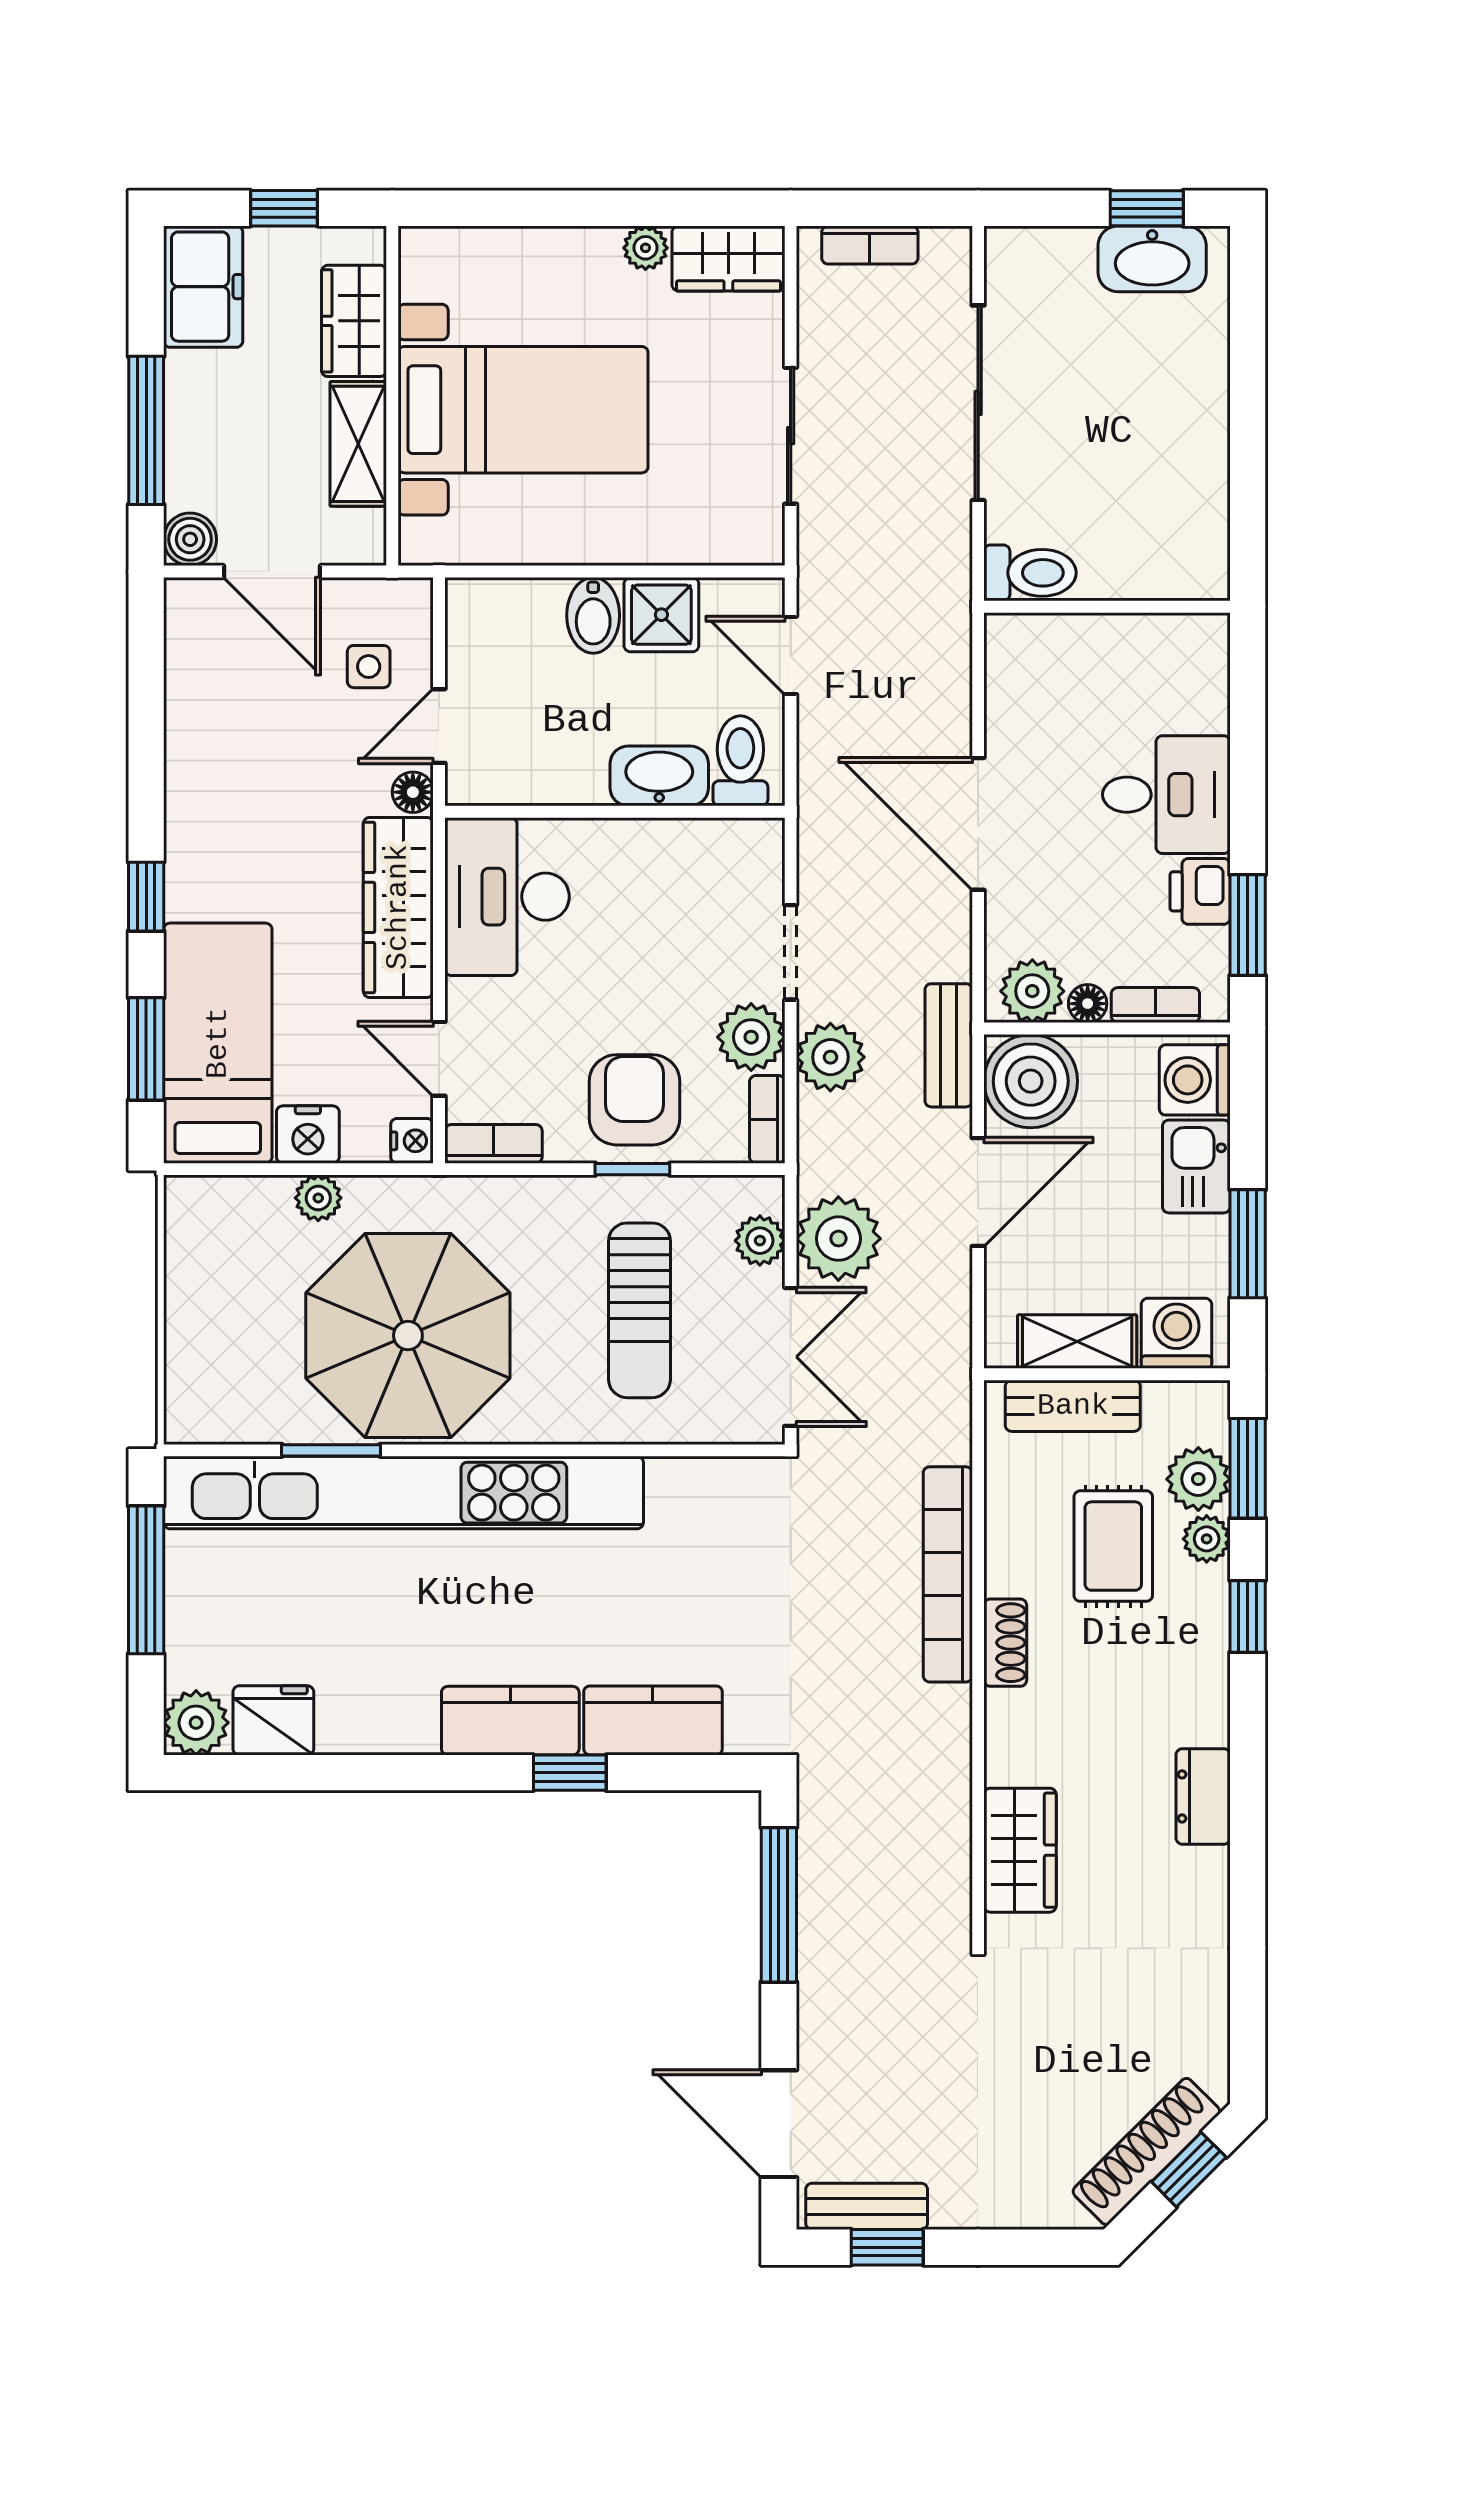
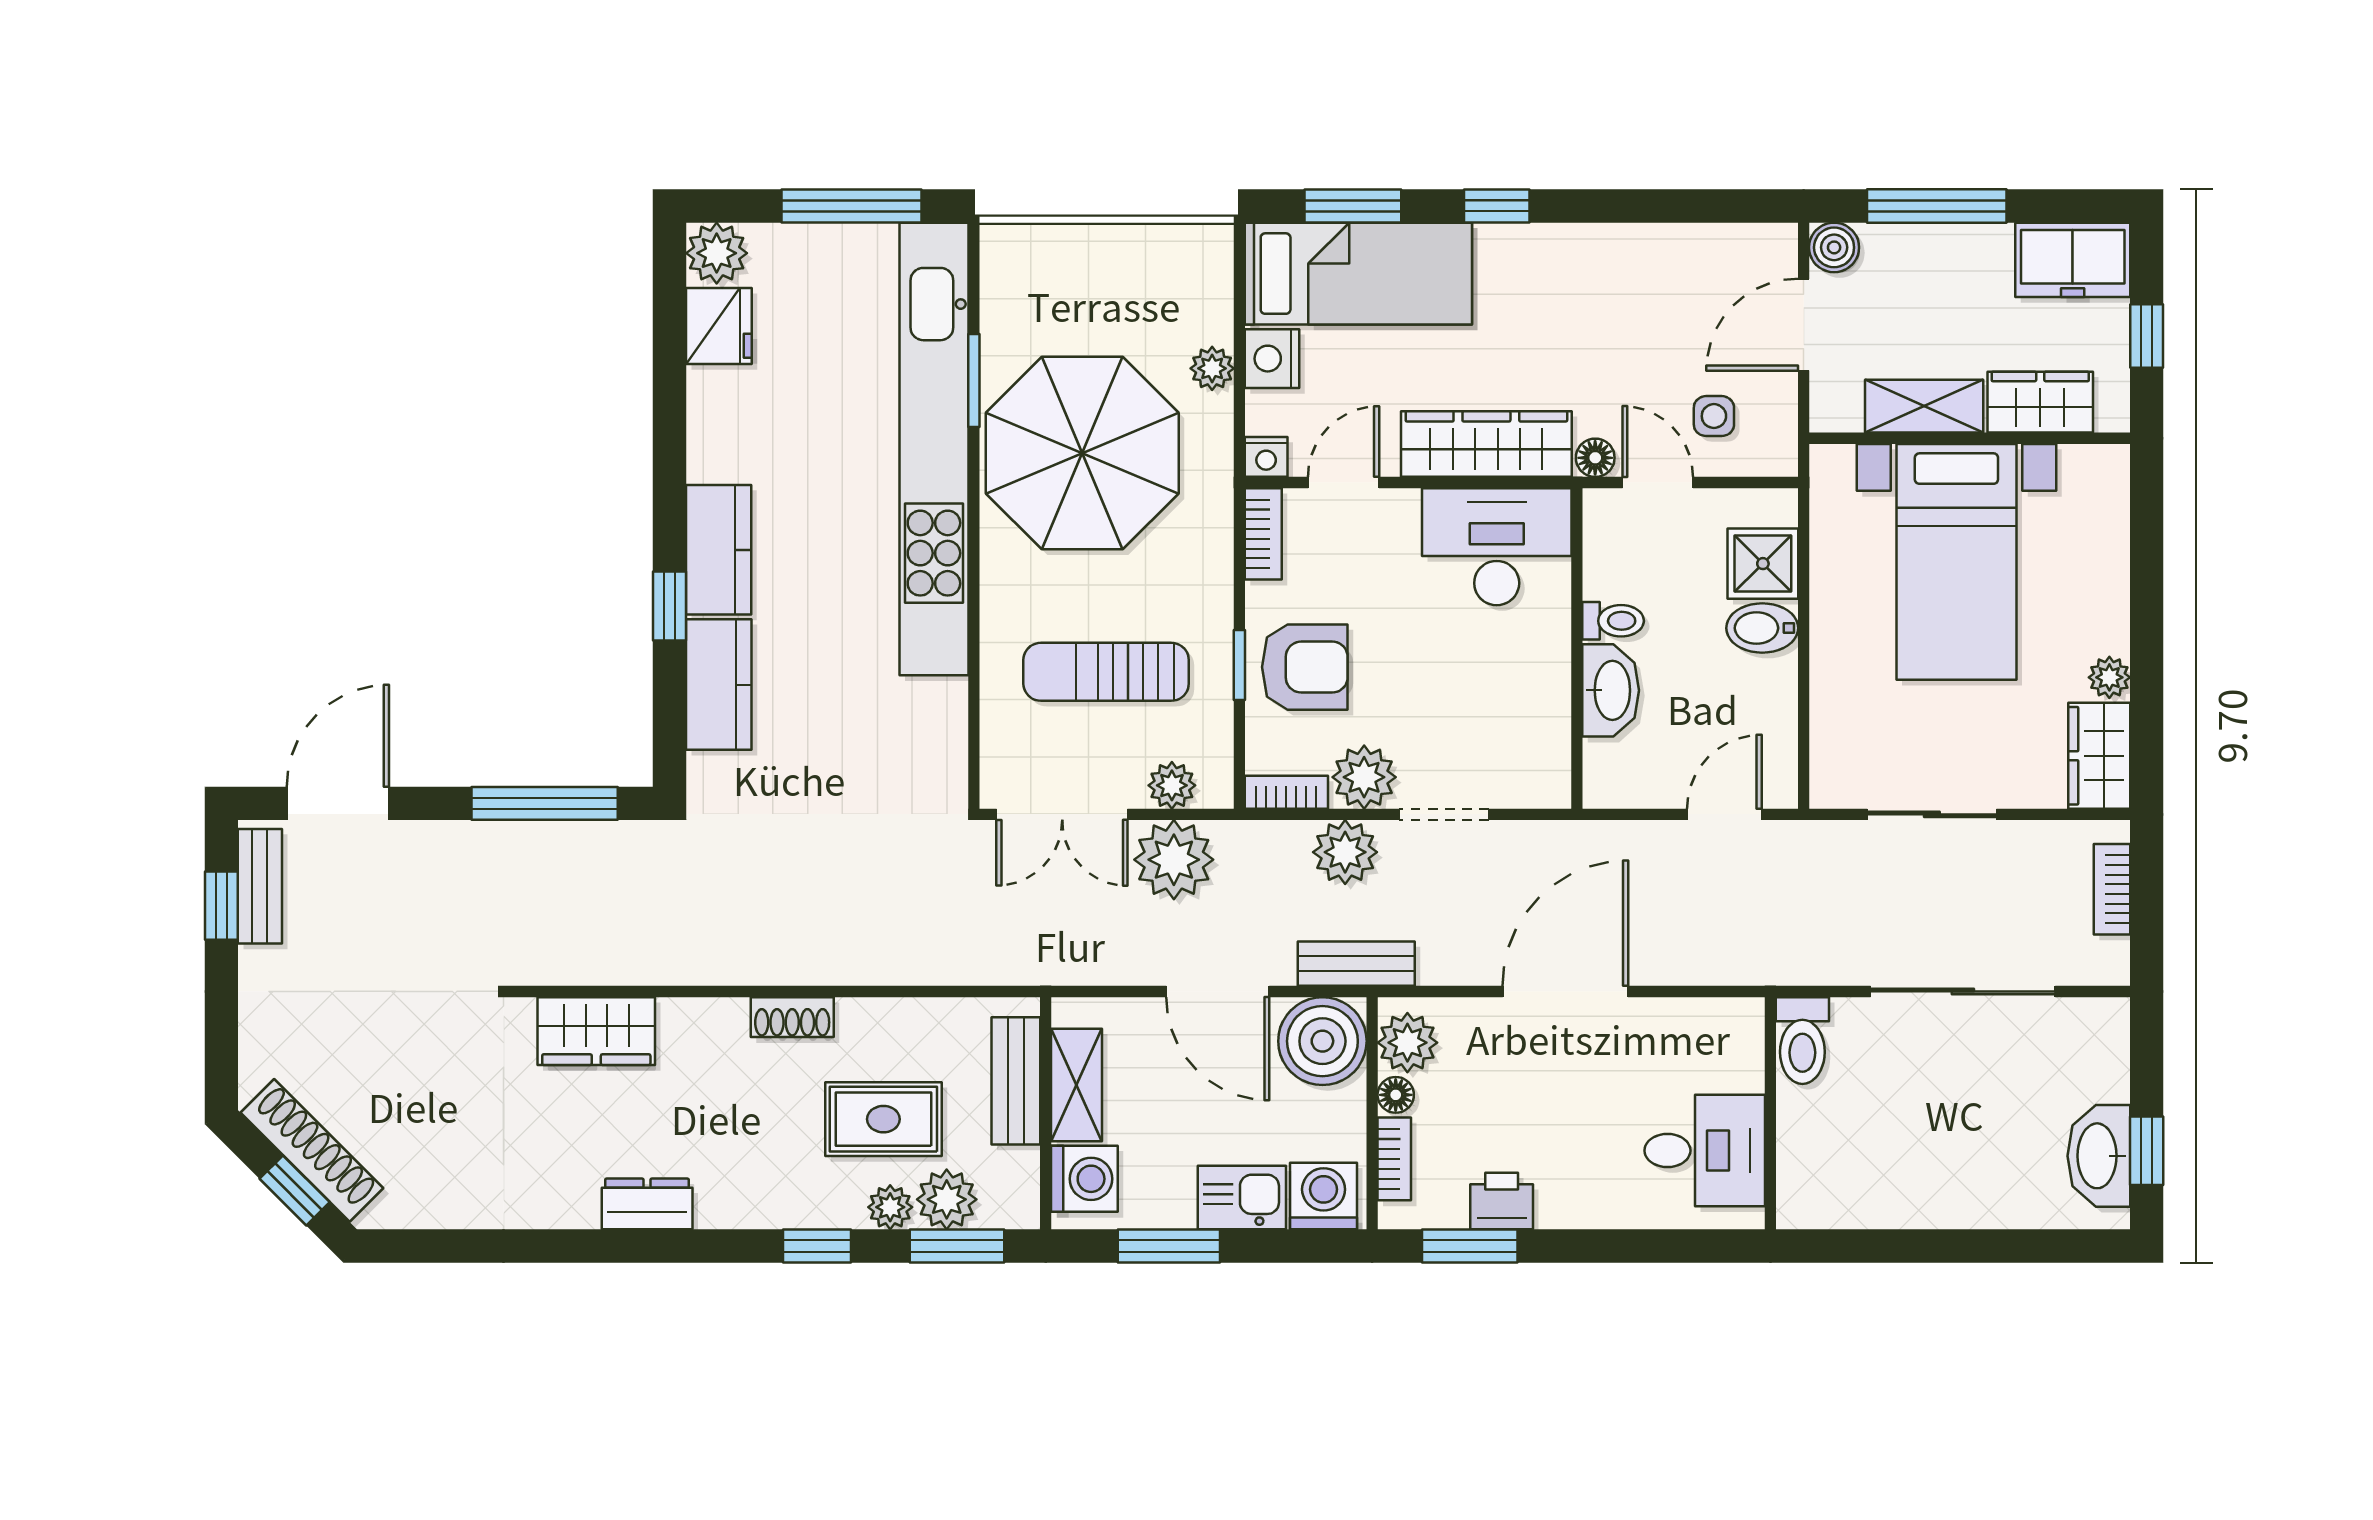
shower: (661, 615) -> (1763, 564), moved
toilet: (740, 761) -> (1613, 621), moved, width x0.73, depth x0.72
desk: (1166, 795) -> (1705, 1151), moved, turned -90
bookcase: (948, 1574) -> (857, 963), removed

